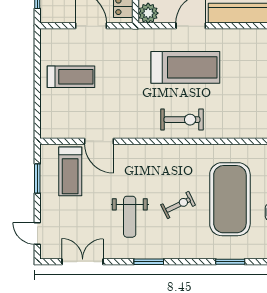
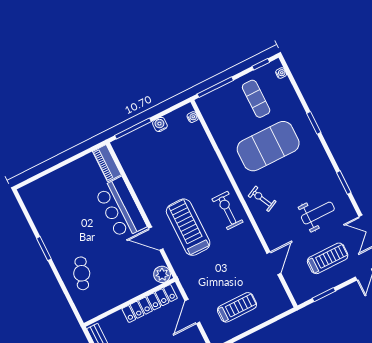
treadmill: (71, 77) -> (237, 307), turned 90
treadmill: (70, 171) -> (328, 258), moved
exercise bike: (178, 205) -> (262, 199), moved

